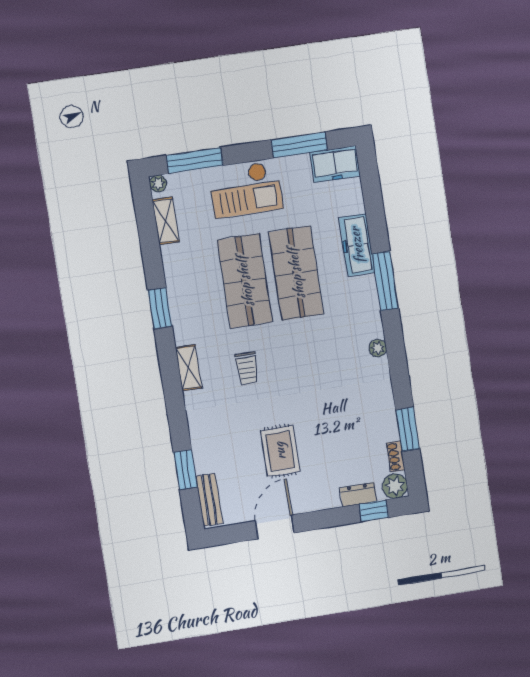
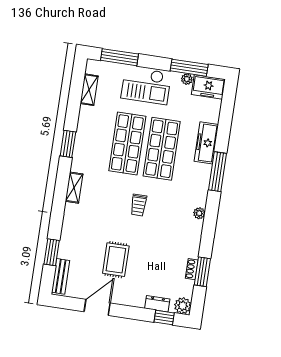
plant: (158, 184) -> (187, 79), moved
trolley: (247, 368) -> (139, 205), moved
shoe rack: (396, 456) -> (192, 269), moved

